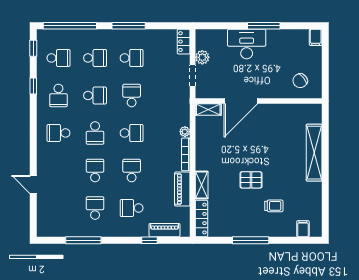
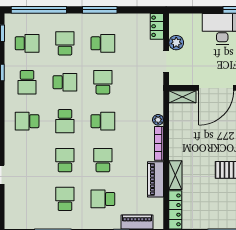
school desk: (95, 58) -> (65, 43), turned -90

